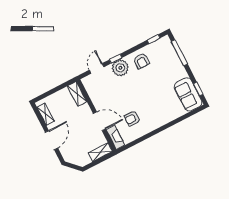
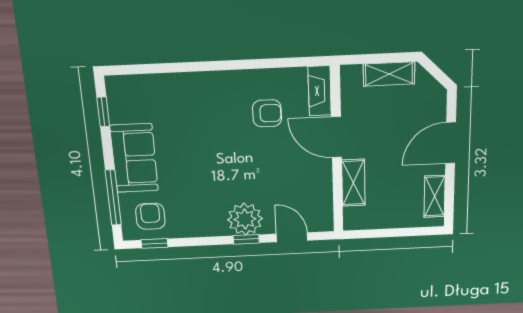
armchair: (141, 61) -> (150, 216), moved
door: (97, 68) -> (292, 237), swing flipped
shelving: (77, 94) -> (353, 183), moved
sofa: (188, 94) -> (134, 158), moved
shelving: (100, 152) -> (389, 74), moved

